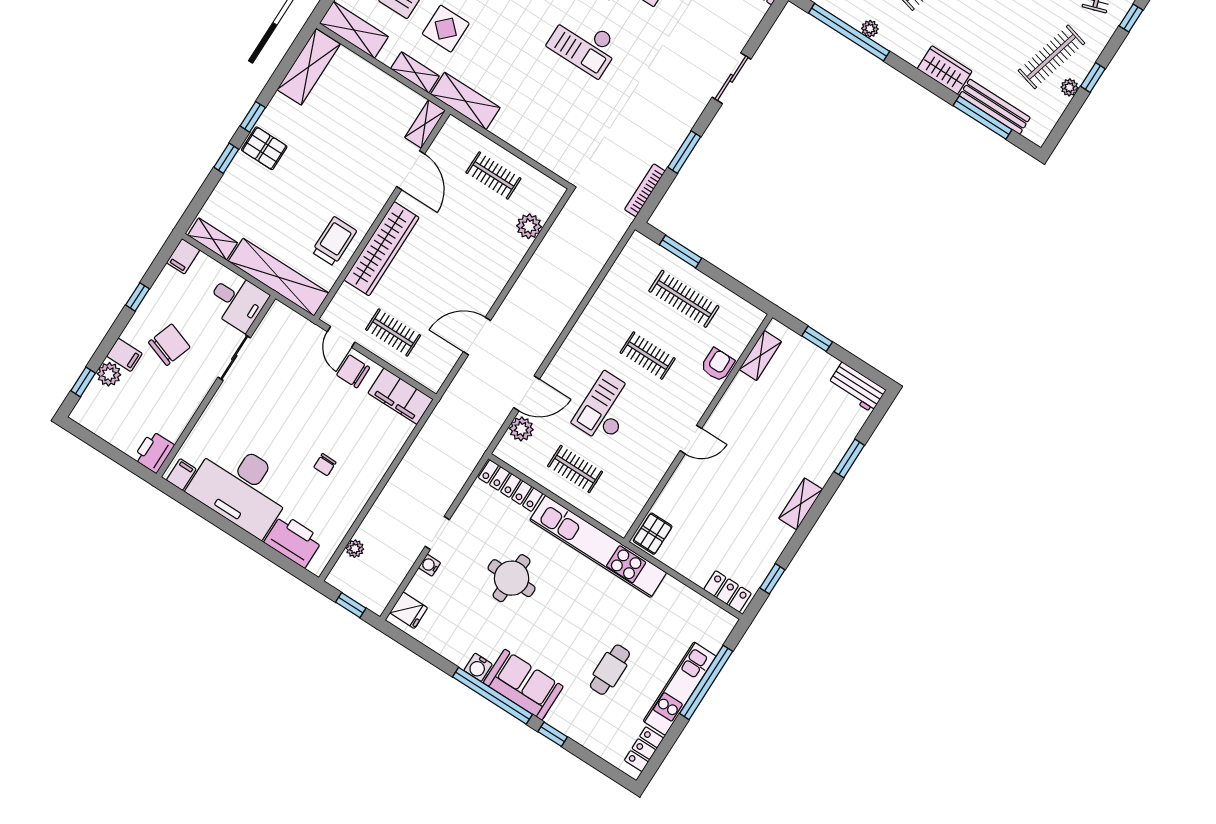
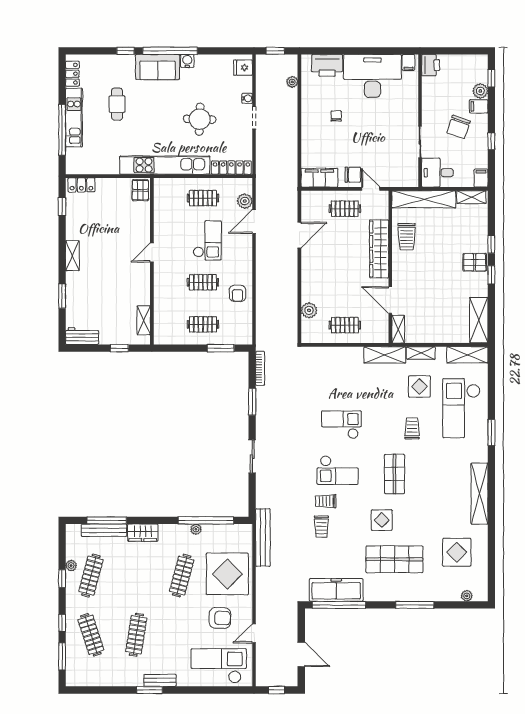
clothes rail: (684, 299) -> (203, 324), width x0.73
armchair: (718, 365) -> (237, 293), moved

